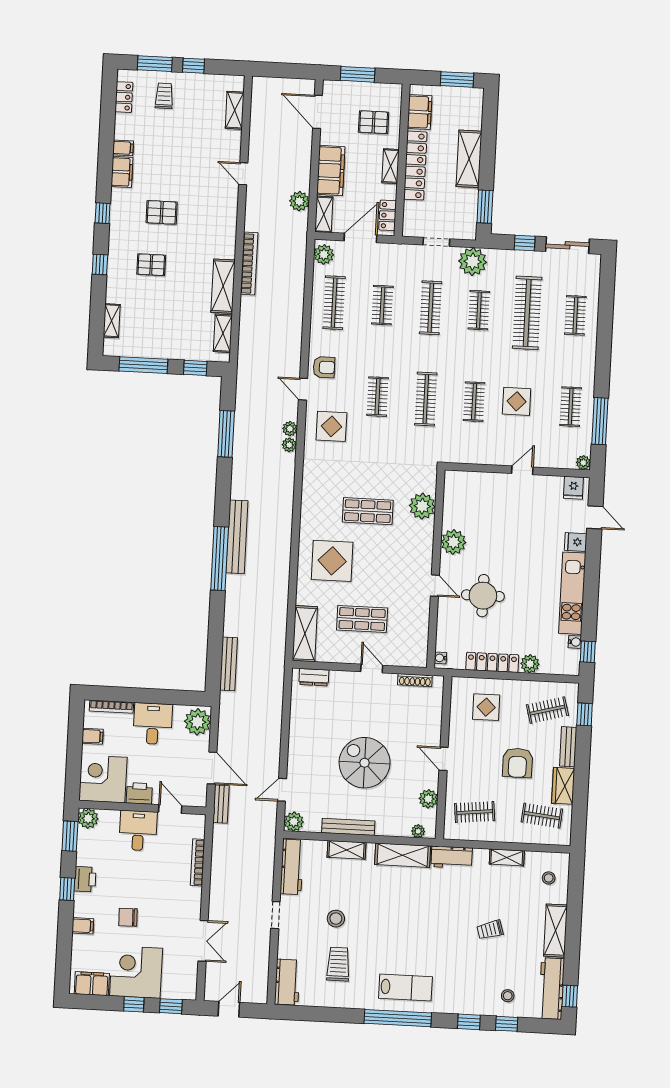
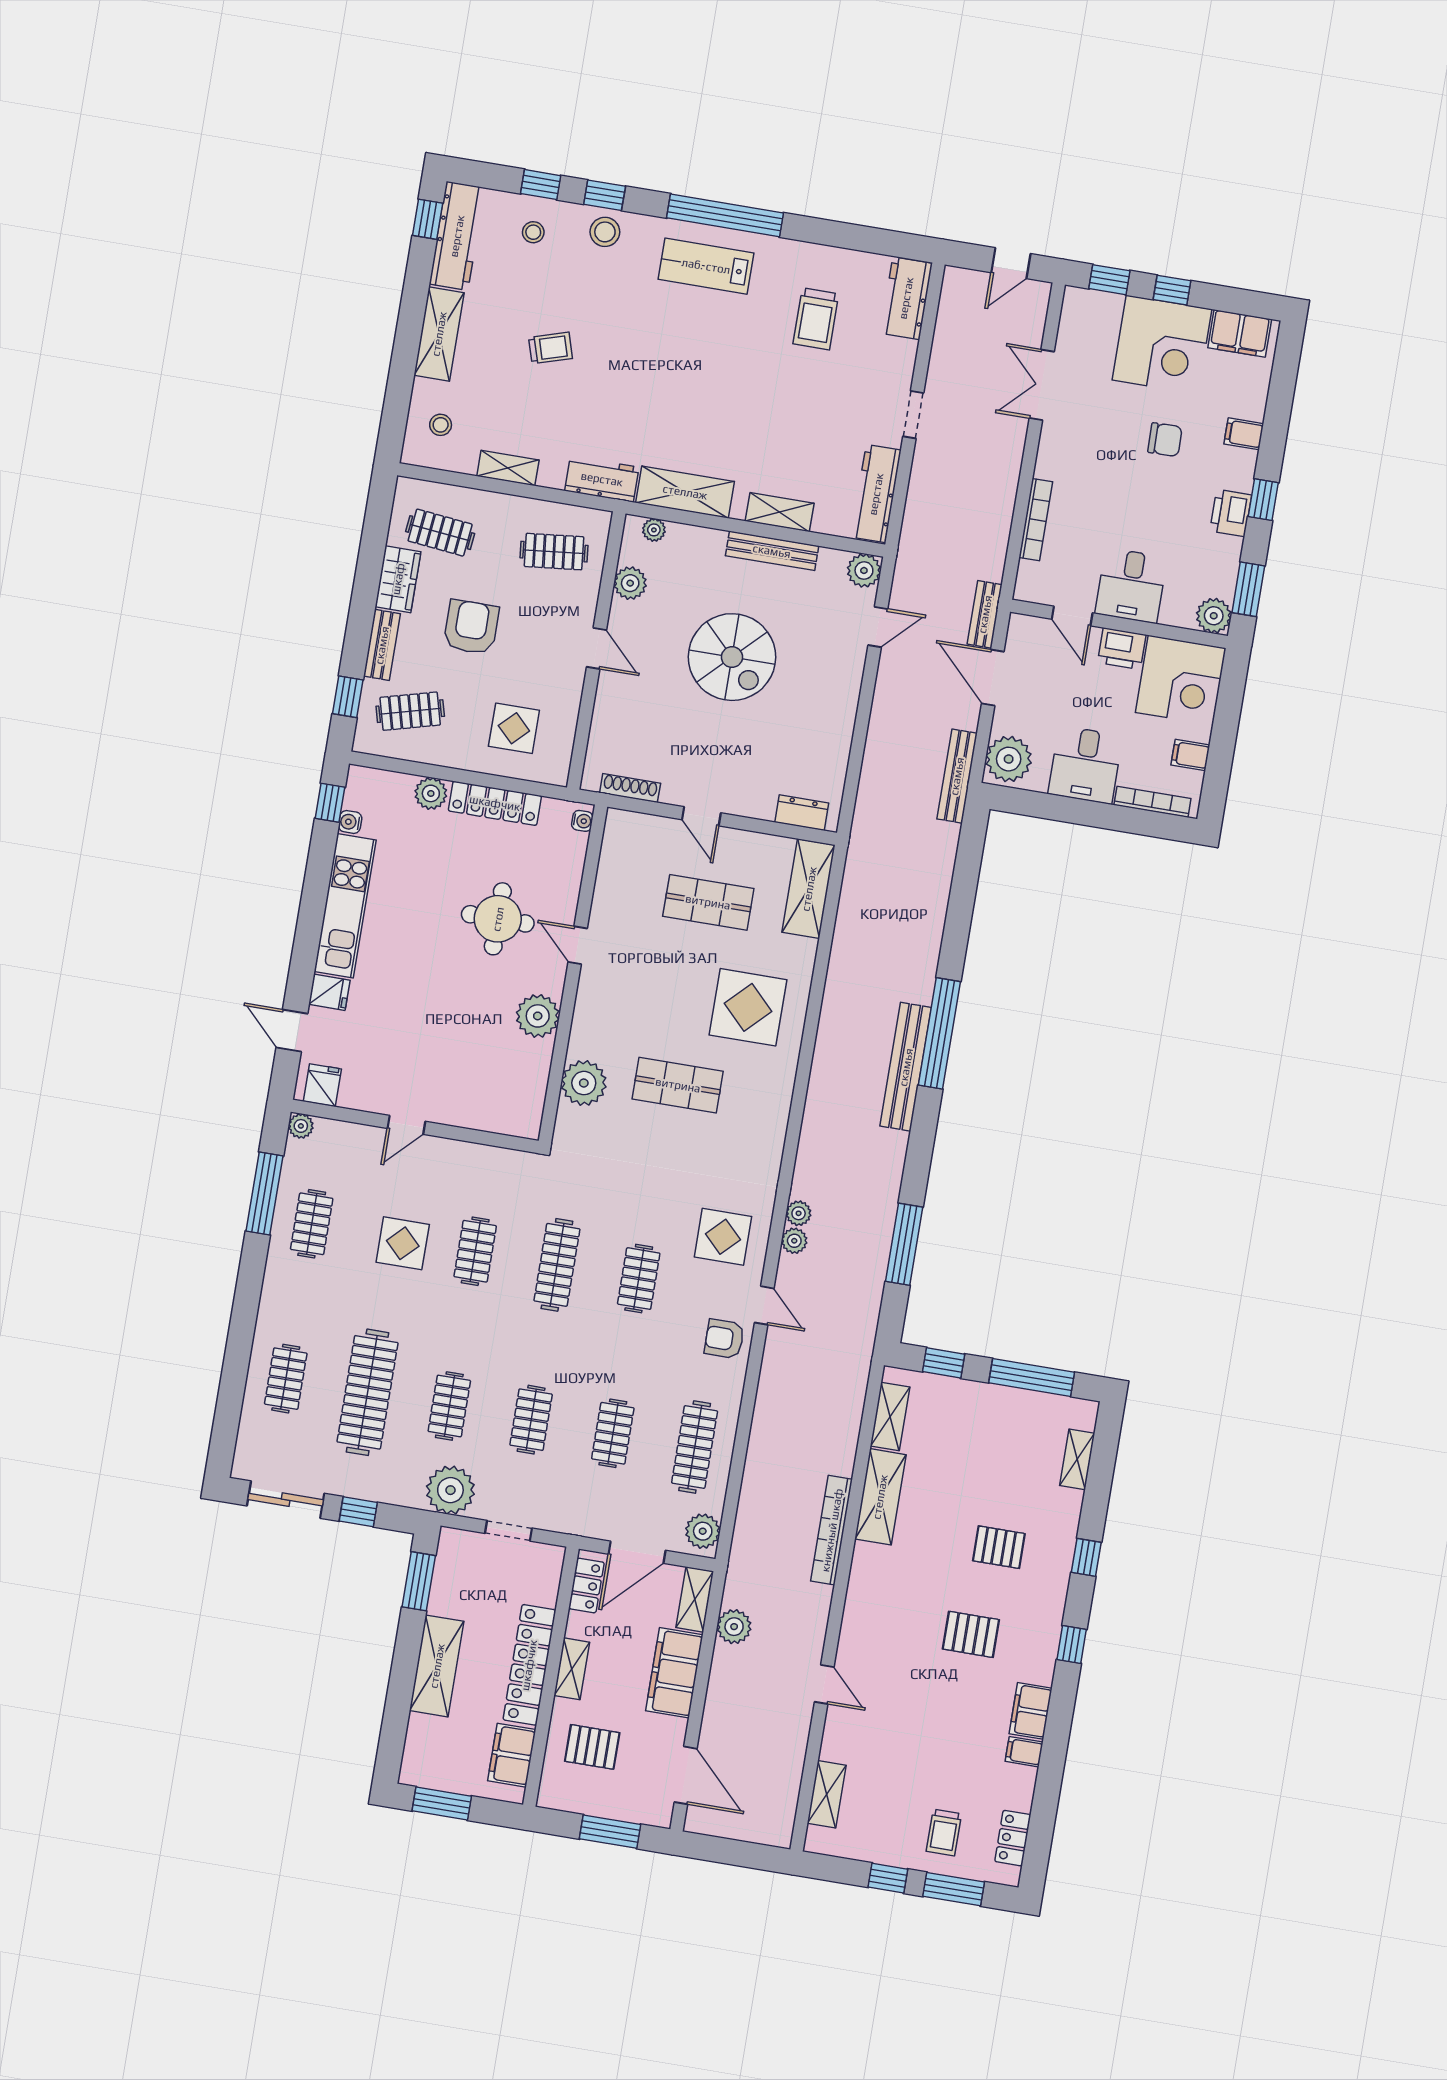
clothes rail: (431, 308) -> (531, 1420), width x0.73
bench: (229, 664) -> (957, 776), moved
stool: (336, 919) -> (605, 232), moved

